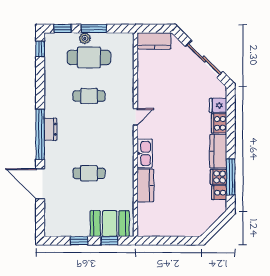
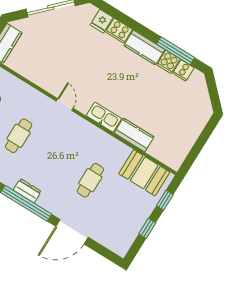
booth: (110, 224) -> (144, 173), moved, turned 90

